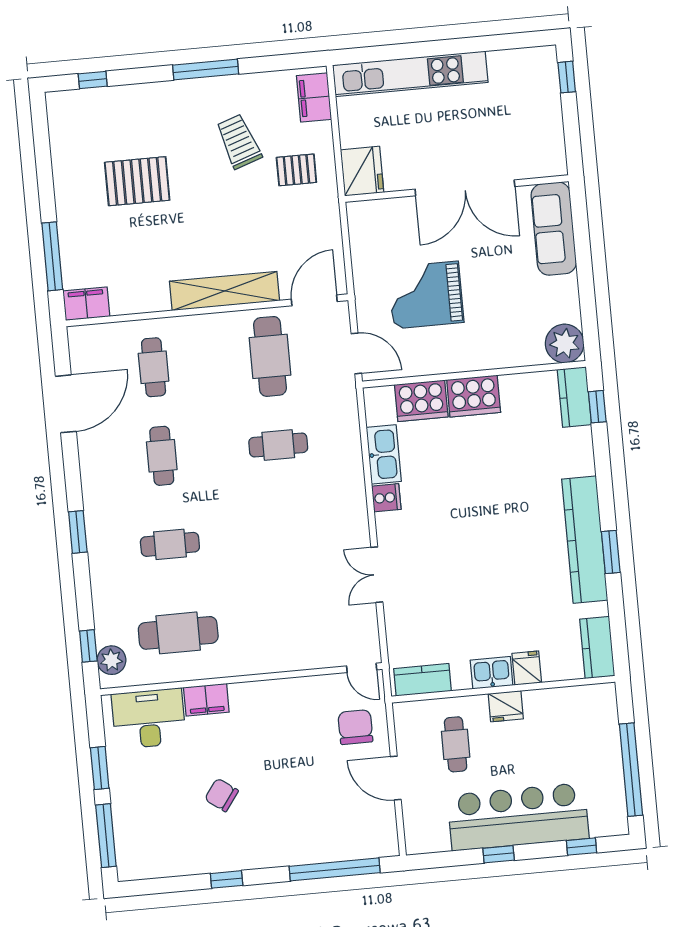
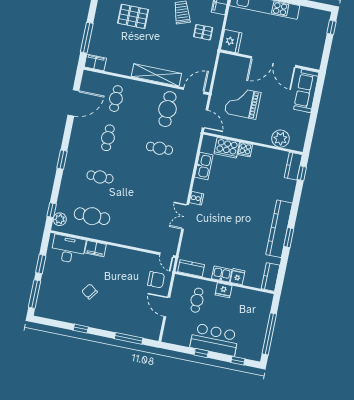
plant: (565, 343) -> (280, 139), moved
cooker: (474, 396) -> (245, 150), width x0.53, depth x0.76
cooker: (386, 498) -> (197, 198), moved
chair: (355, 727) -> (156, 280), turned 90
bar counter: (518, 817) -> (214, 340), width x0.73
window: (335, 869) -> (129, 338), width x0.68

